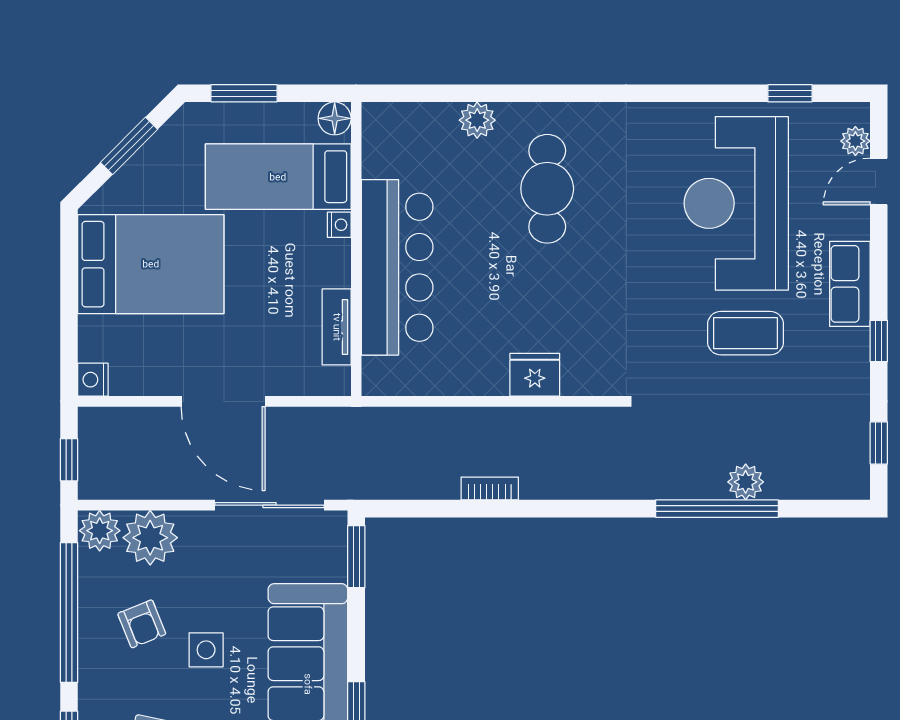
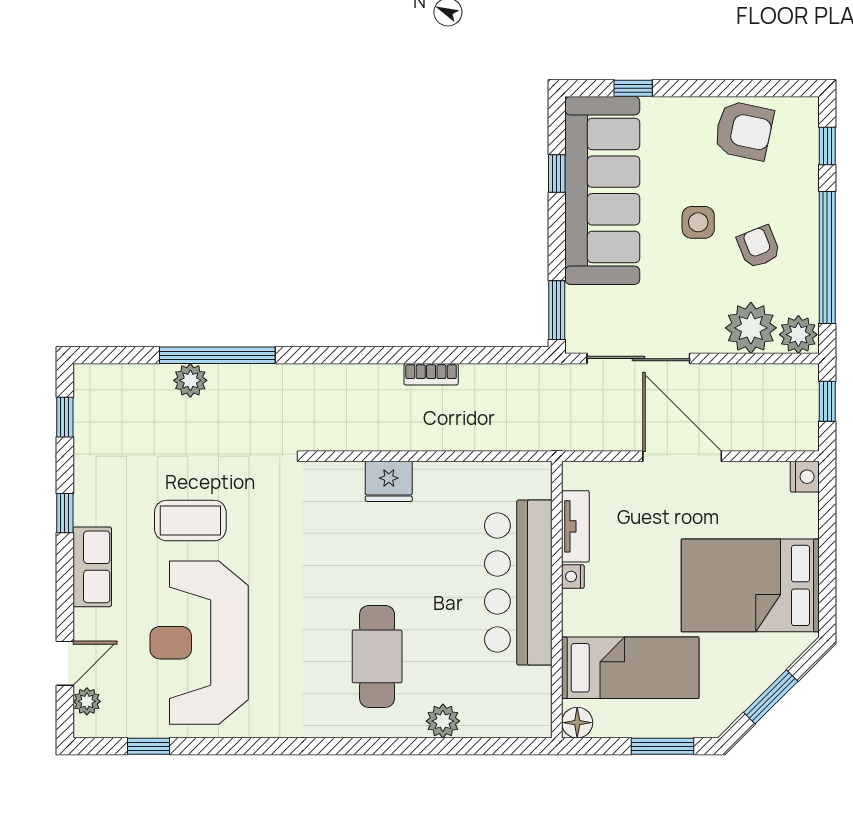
reception desk: (736, 203) -> (199, 643), turned 180
nightstand: (339, 225) -> (573, 577), moved

